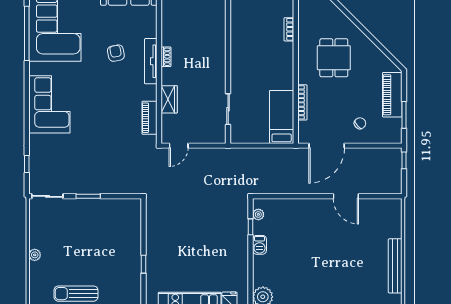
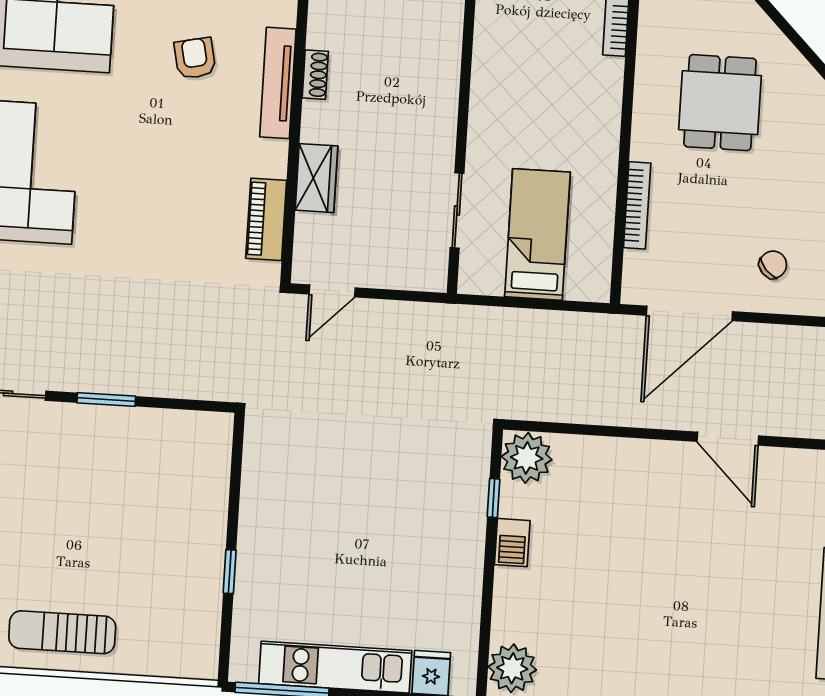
bed: (282, 117) -> (537, 234), moved
plant: (258, 214) -> (527, 458), width x1.88, depth x1.88

